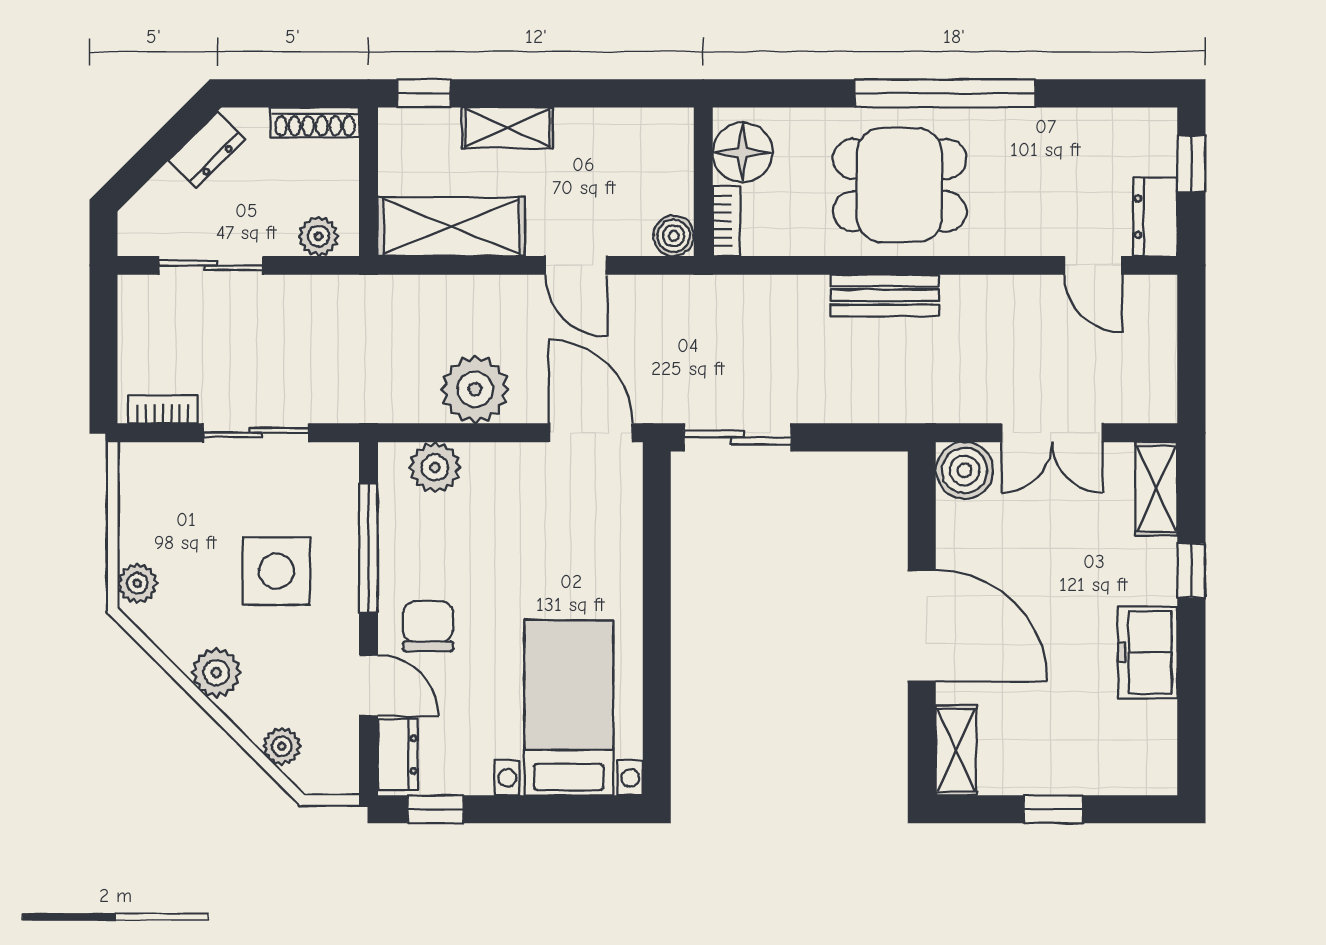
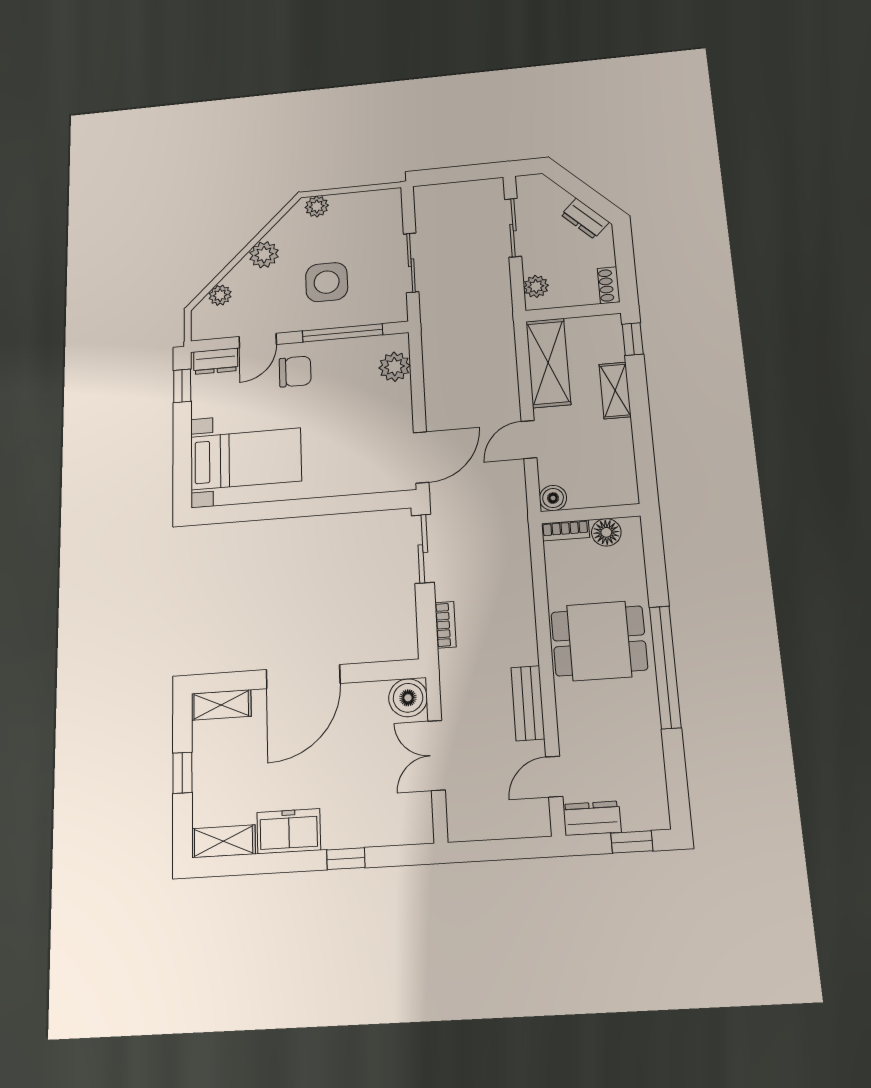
shoe rack: (315, 122) -> (609, 285), width x0.70
floor lamp: (742, 152) -> (606, 532), width x0.73, depth x0.73
dining table: (900, 185) -> (599, 641), turned 90
bench: (885, 295) -> (528, 703), moved
plant: (475, 389) -> (445, 386), removed
bookcase: (163, 409) -> (445, 625), moved
shelving: (1156, 489) -> (223, 841), moved

